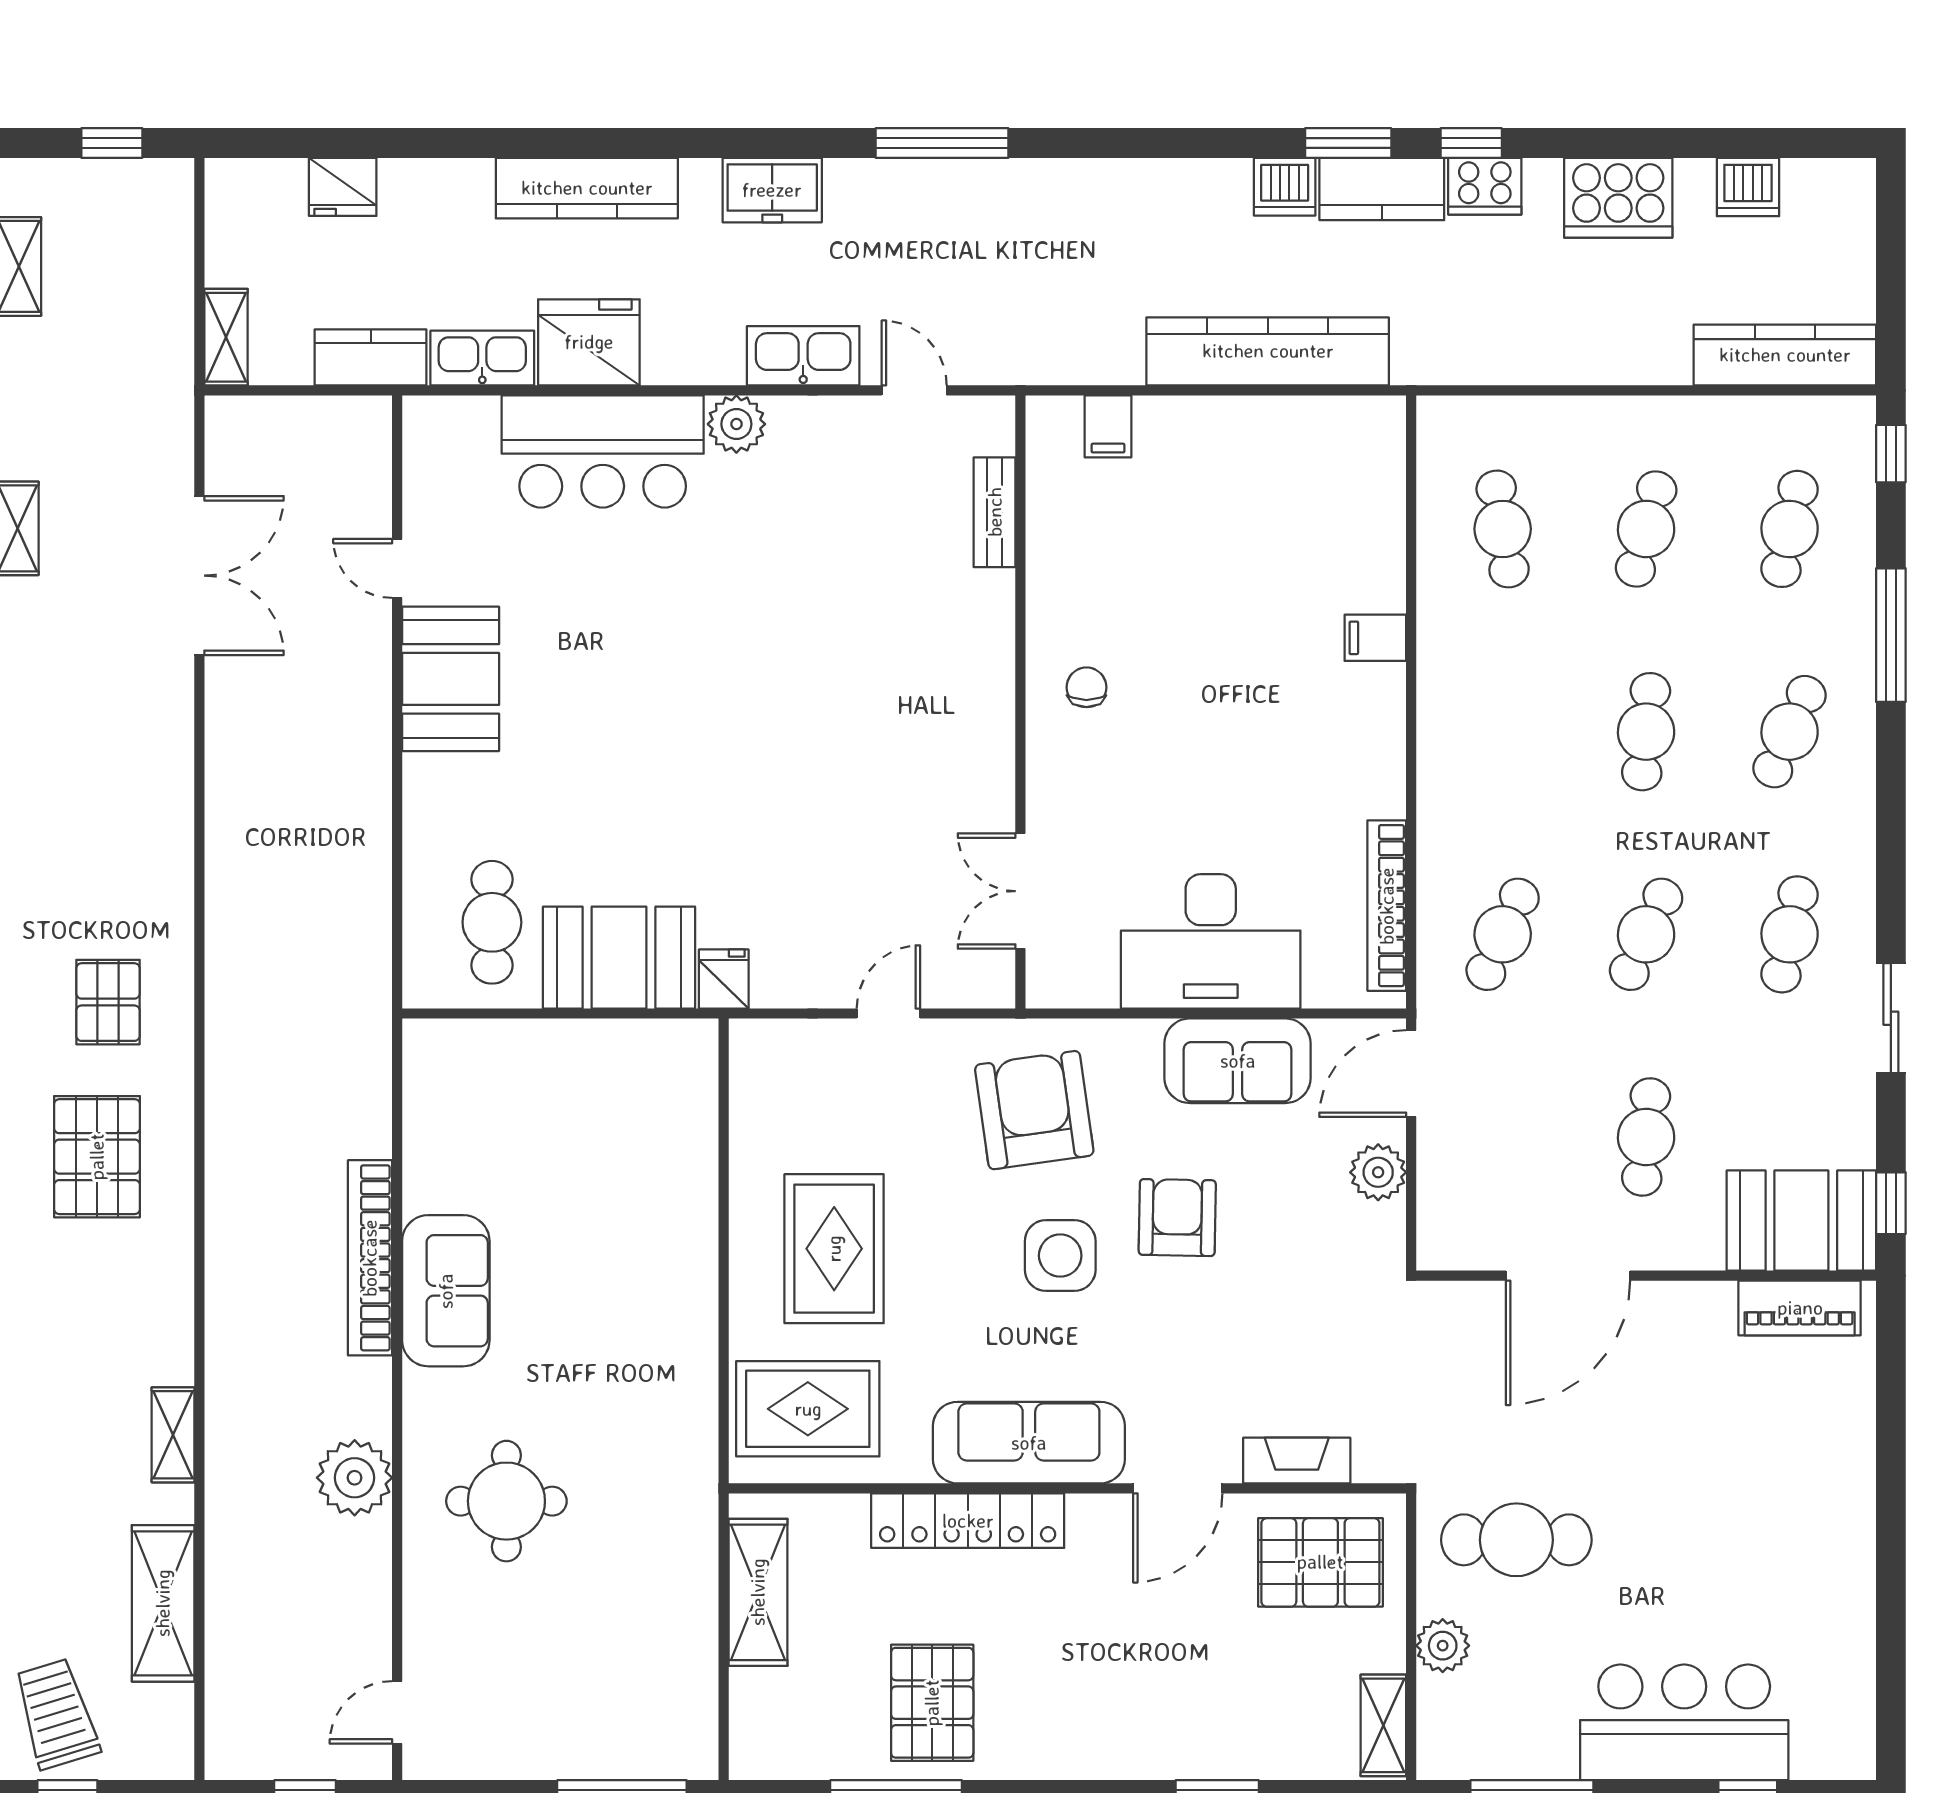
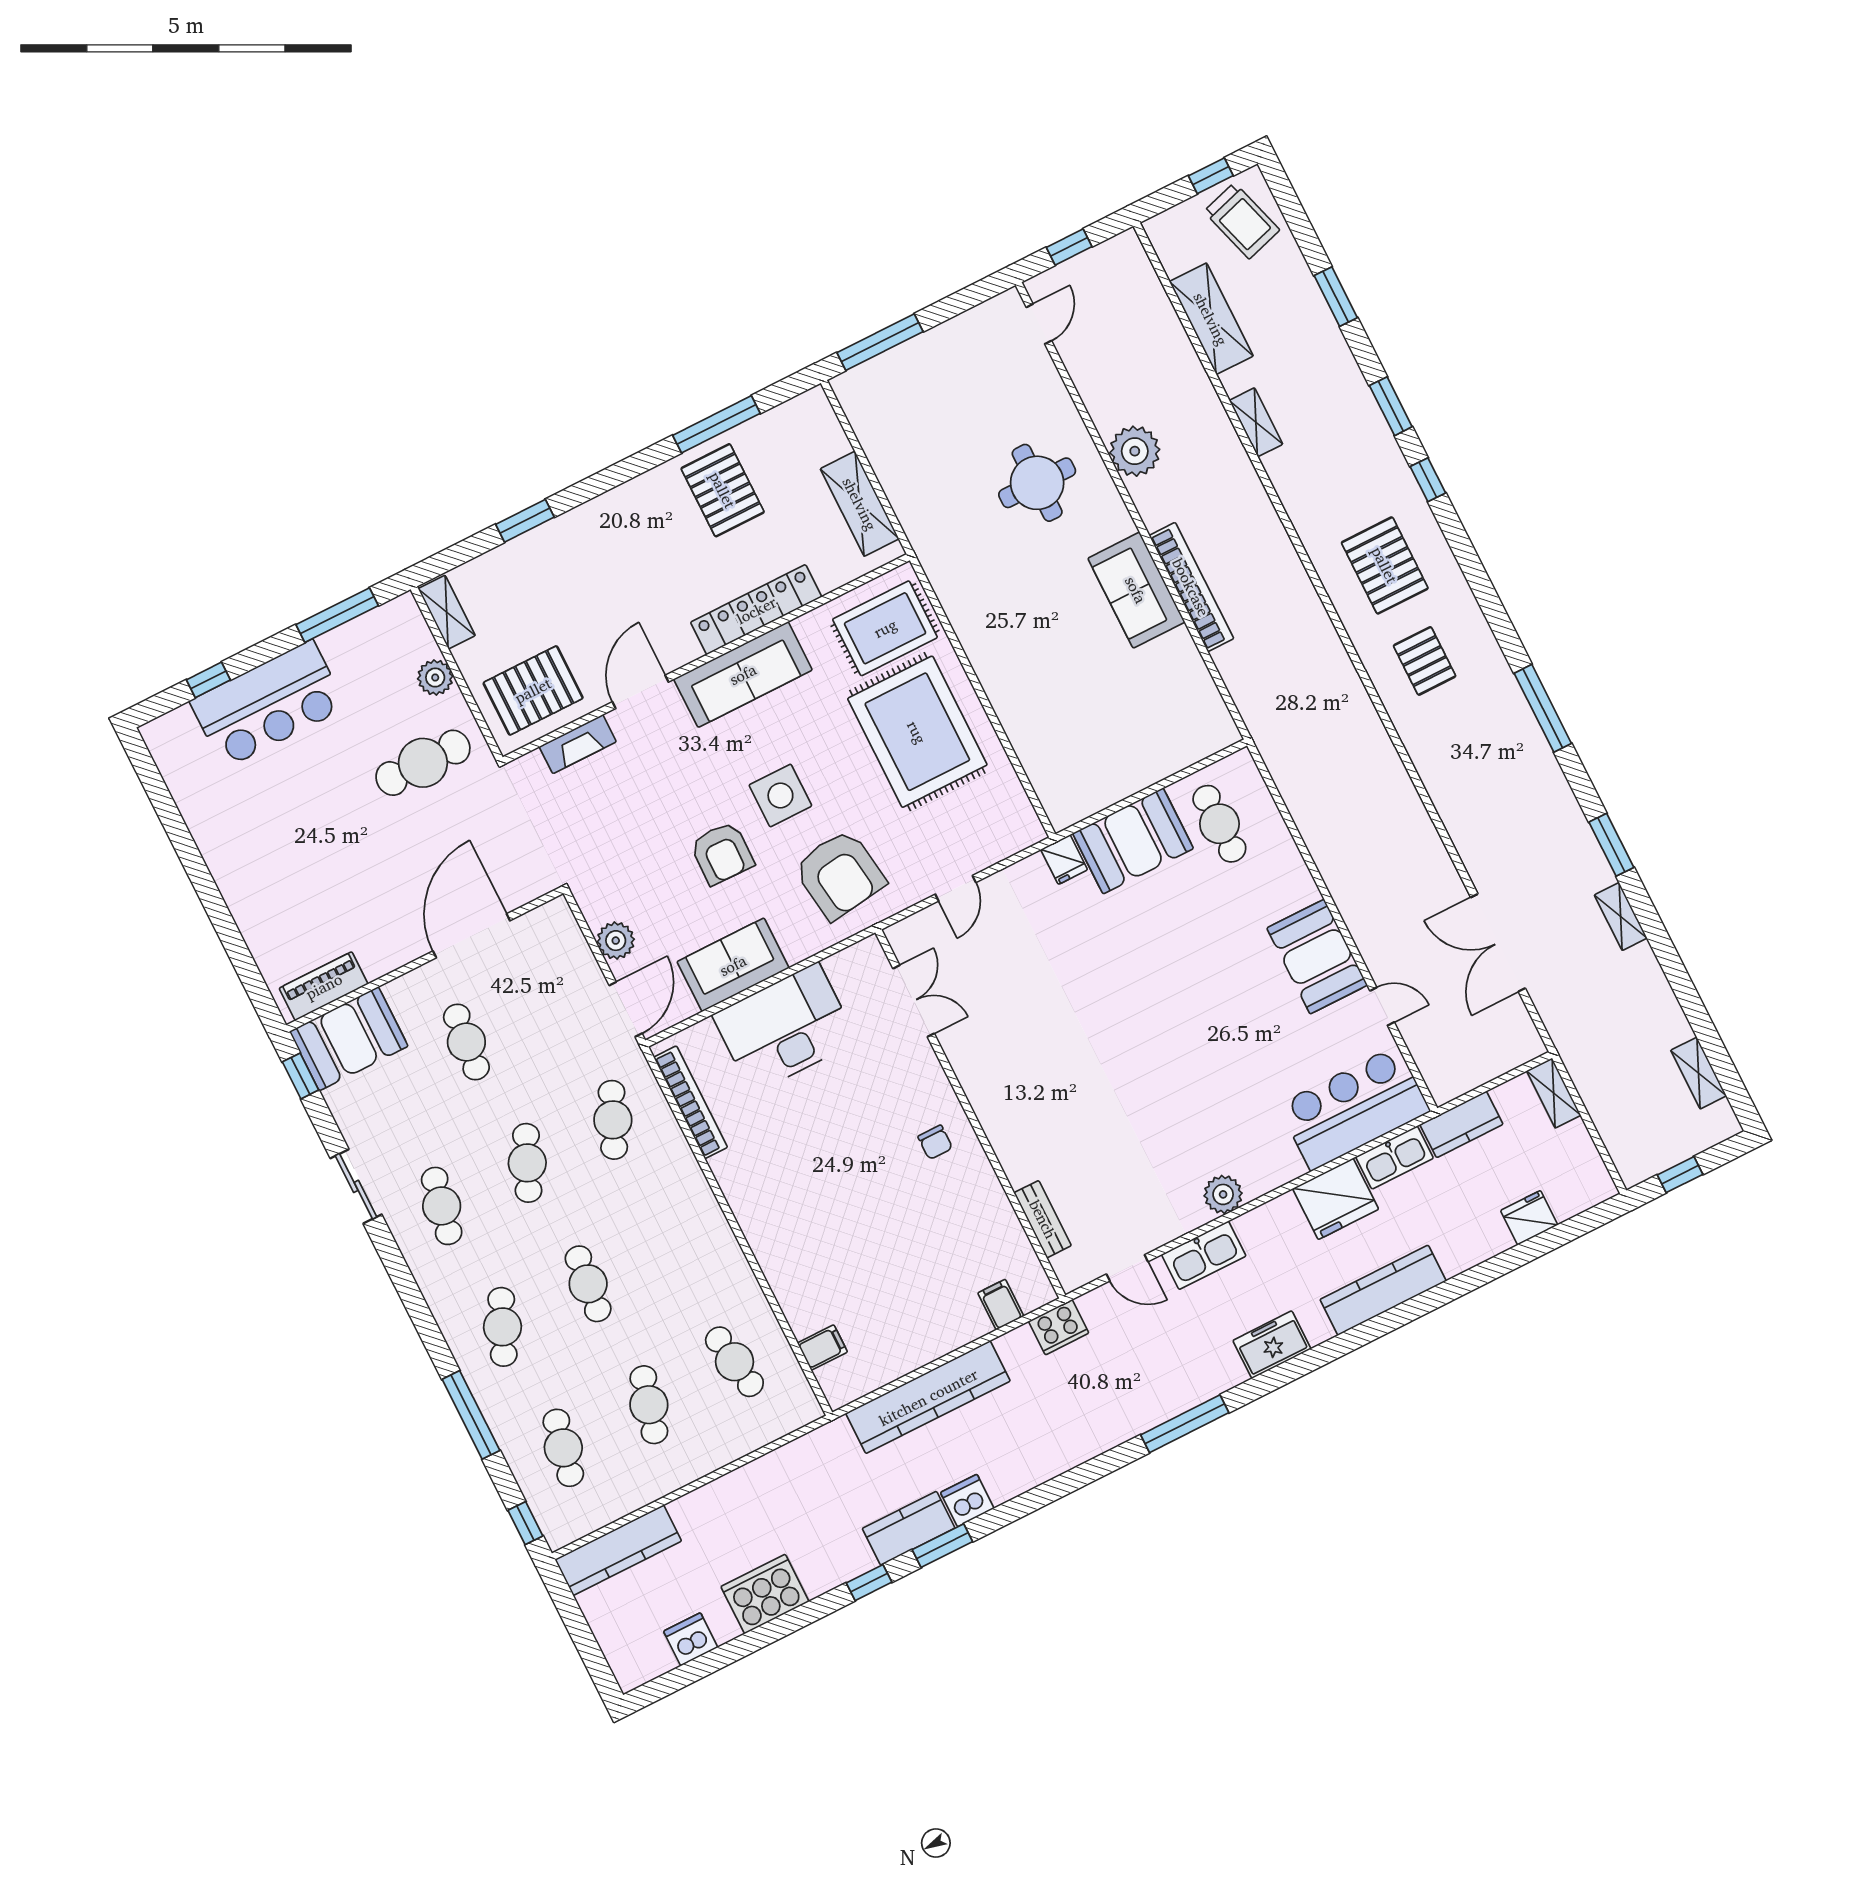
cooker: (1485, 186) -> (1059, 1327), moved, turned 180
bar counter: (603, 451) -> (1354, 1108), moved
filing cabinet: (1375, 638) -> (822, 1347), moved
rug: (834, 1249) -> (917, 732), width x1.37, depth x1.44

